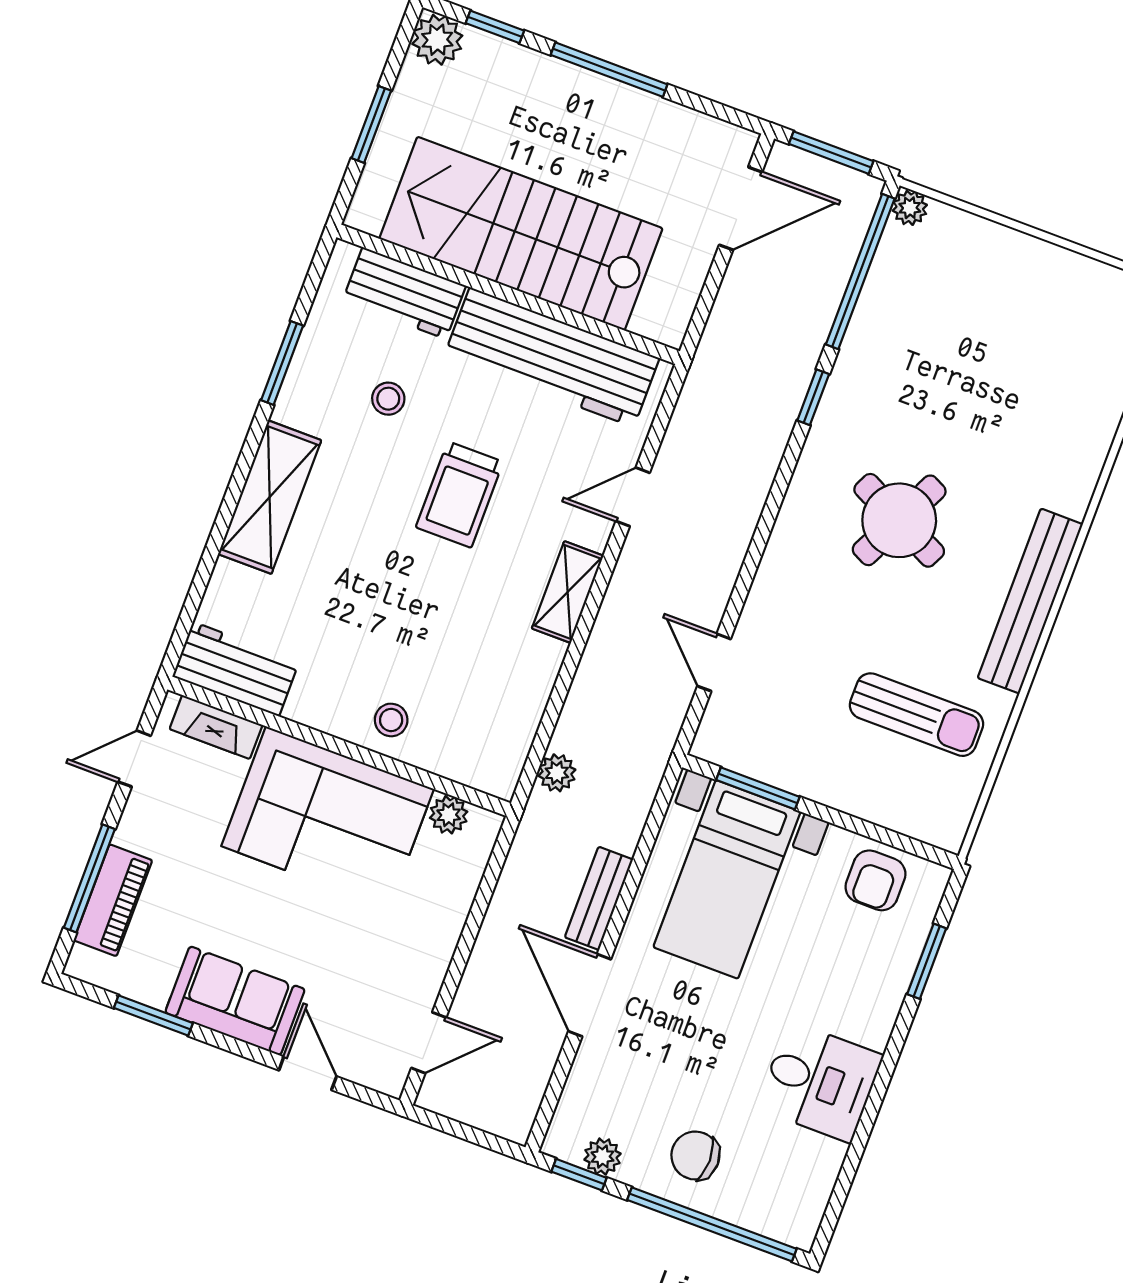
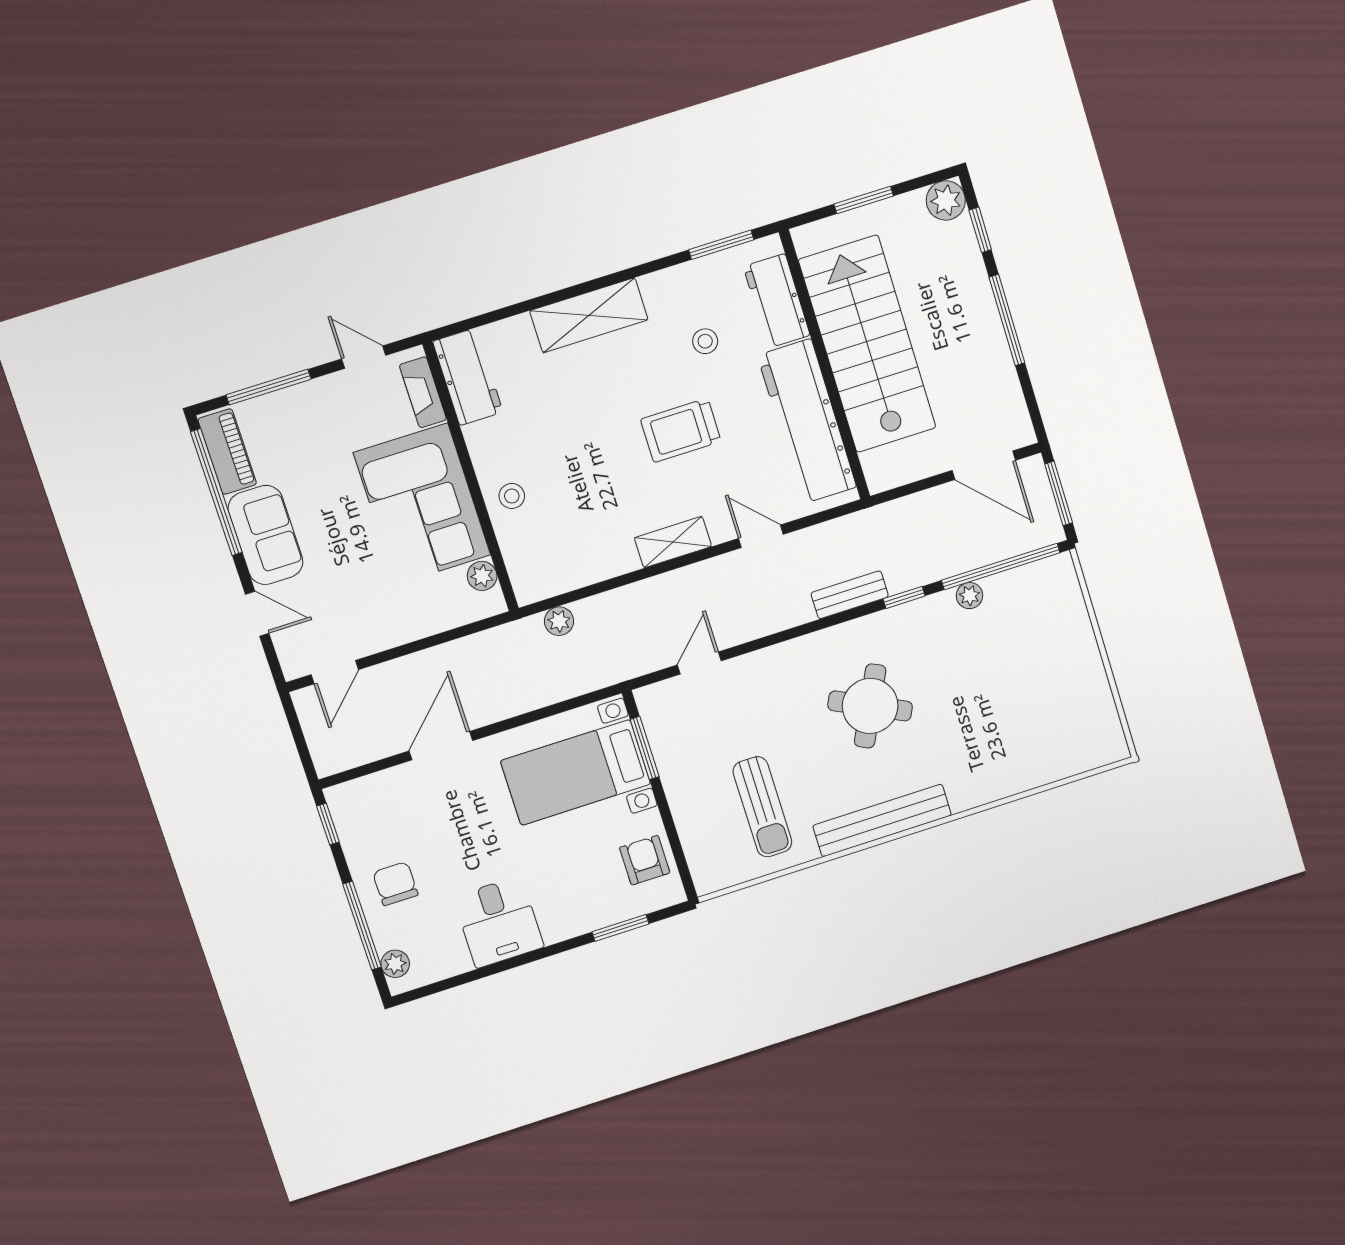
plant: (910, 208) -> (970, 596), moved
window: (282, 363) -> (721, 245), moved
armchair: (875, 880) -> (645, 860), turned 90
bench: (599, 898) -> (850, 595), moved
piano: (113, 900) -> (227, 452), moved, turned -90
window: (153, 1016) -> (216, 492), width x2.11
door: (429, 1043) -> (335, 672), hinge flipped
door: (308, 1073) -> (257, 614), hinge flipped
plant: (603, 1157) -> (395, 964), moved
window: (712, 1224) -> (362, 926), width x0.68

